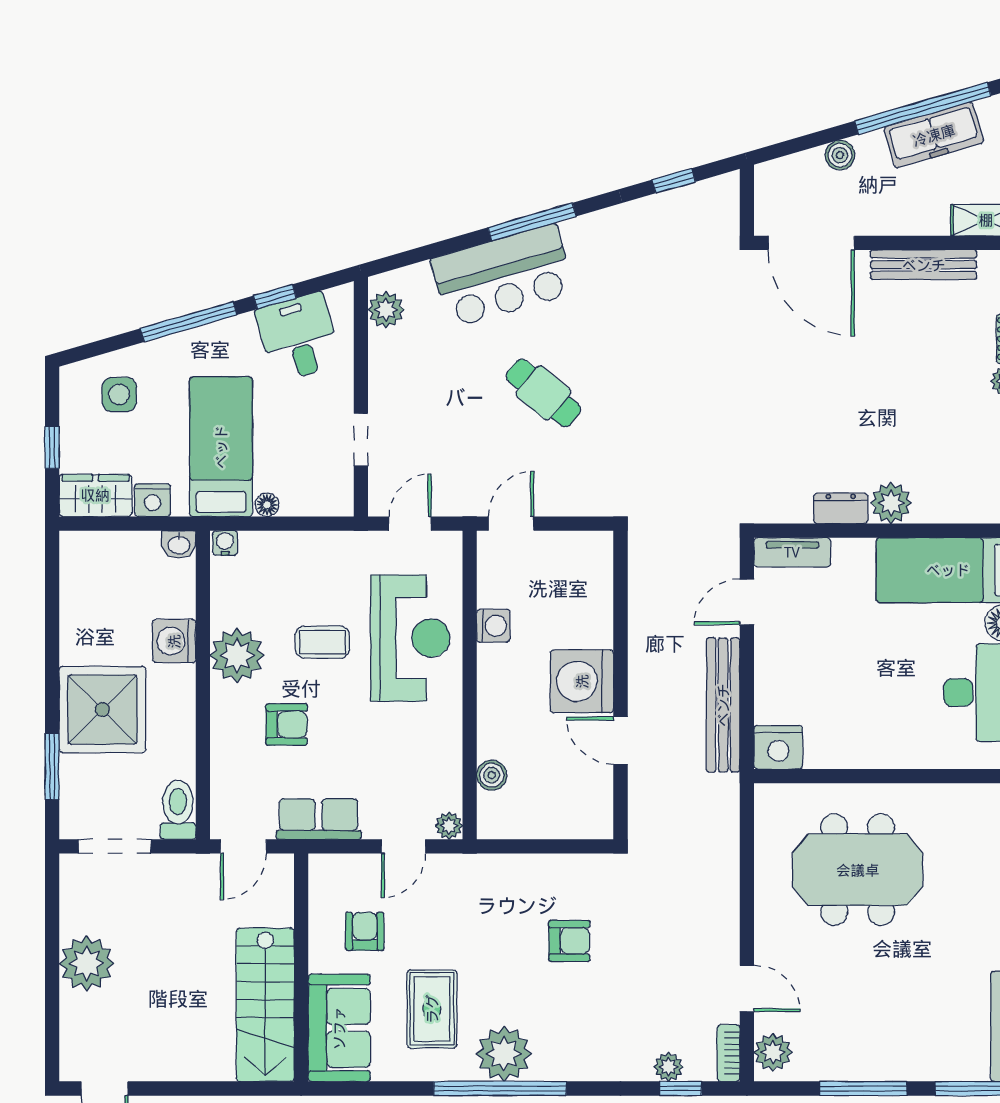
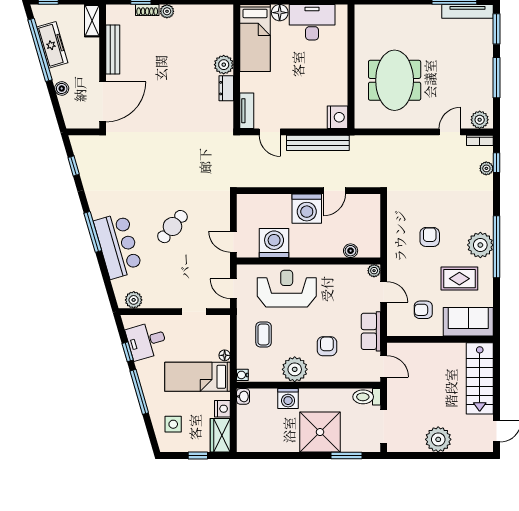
washing machine: (493, 626) -> (274, 243), width x1.89, depth x1.89
coffee table: (322, 642) -> (264, 334), moved
armchair: (569, 941) -> (430, 237), moved
stairs: (265, 1005) -> (480, 378), moved, turned 90

